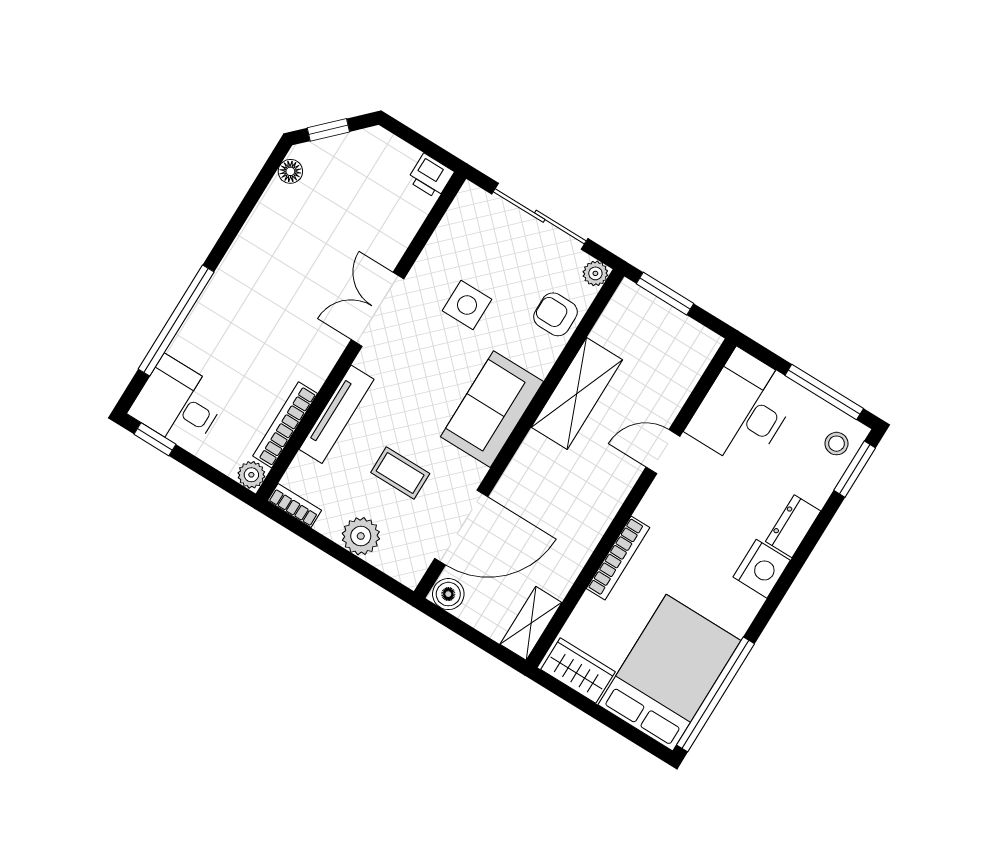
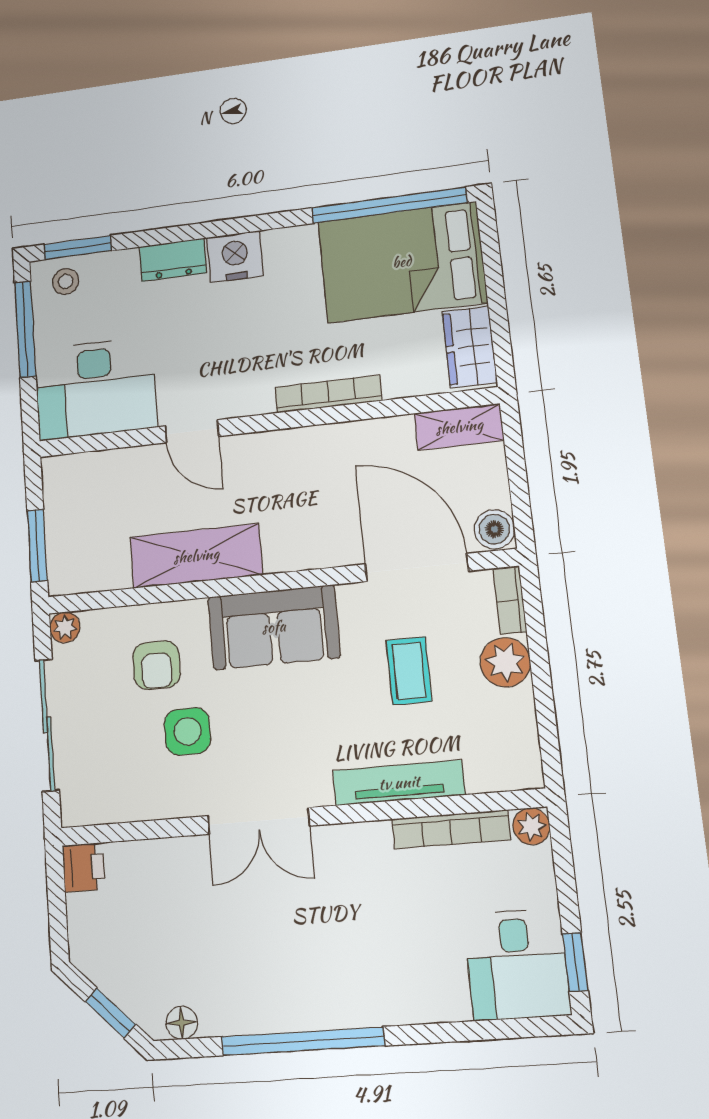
armchair: (555, 314) -> (156, 665), moved
window: (176, 321) -> (303, 1041), moved
bookcase: (294, 505) -> (510, 601), moved

